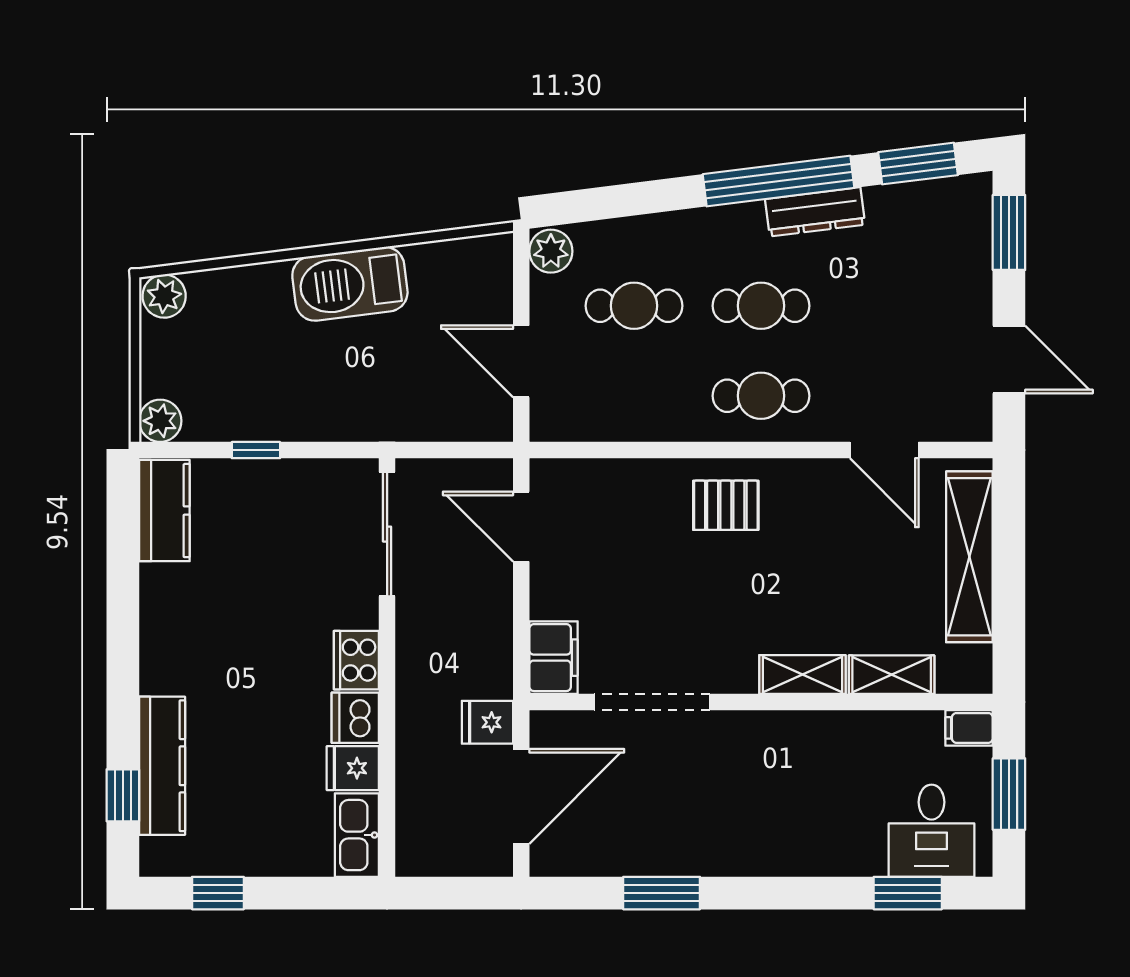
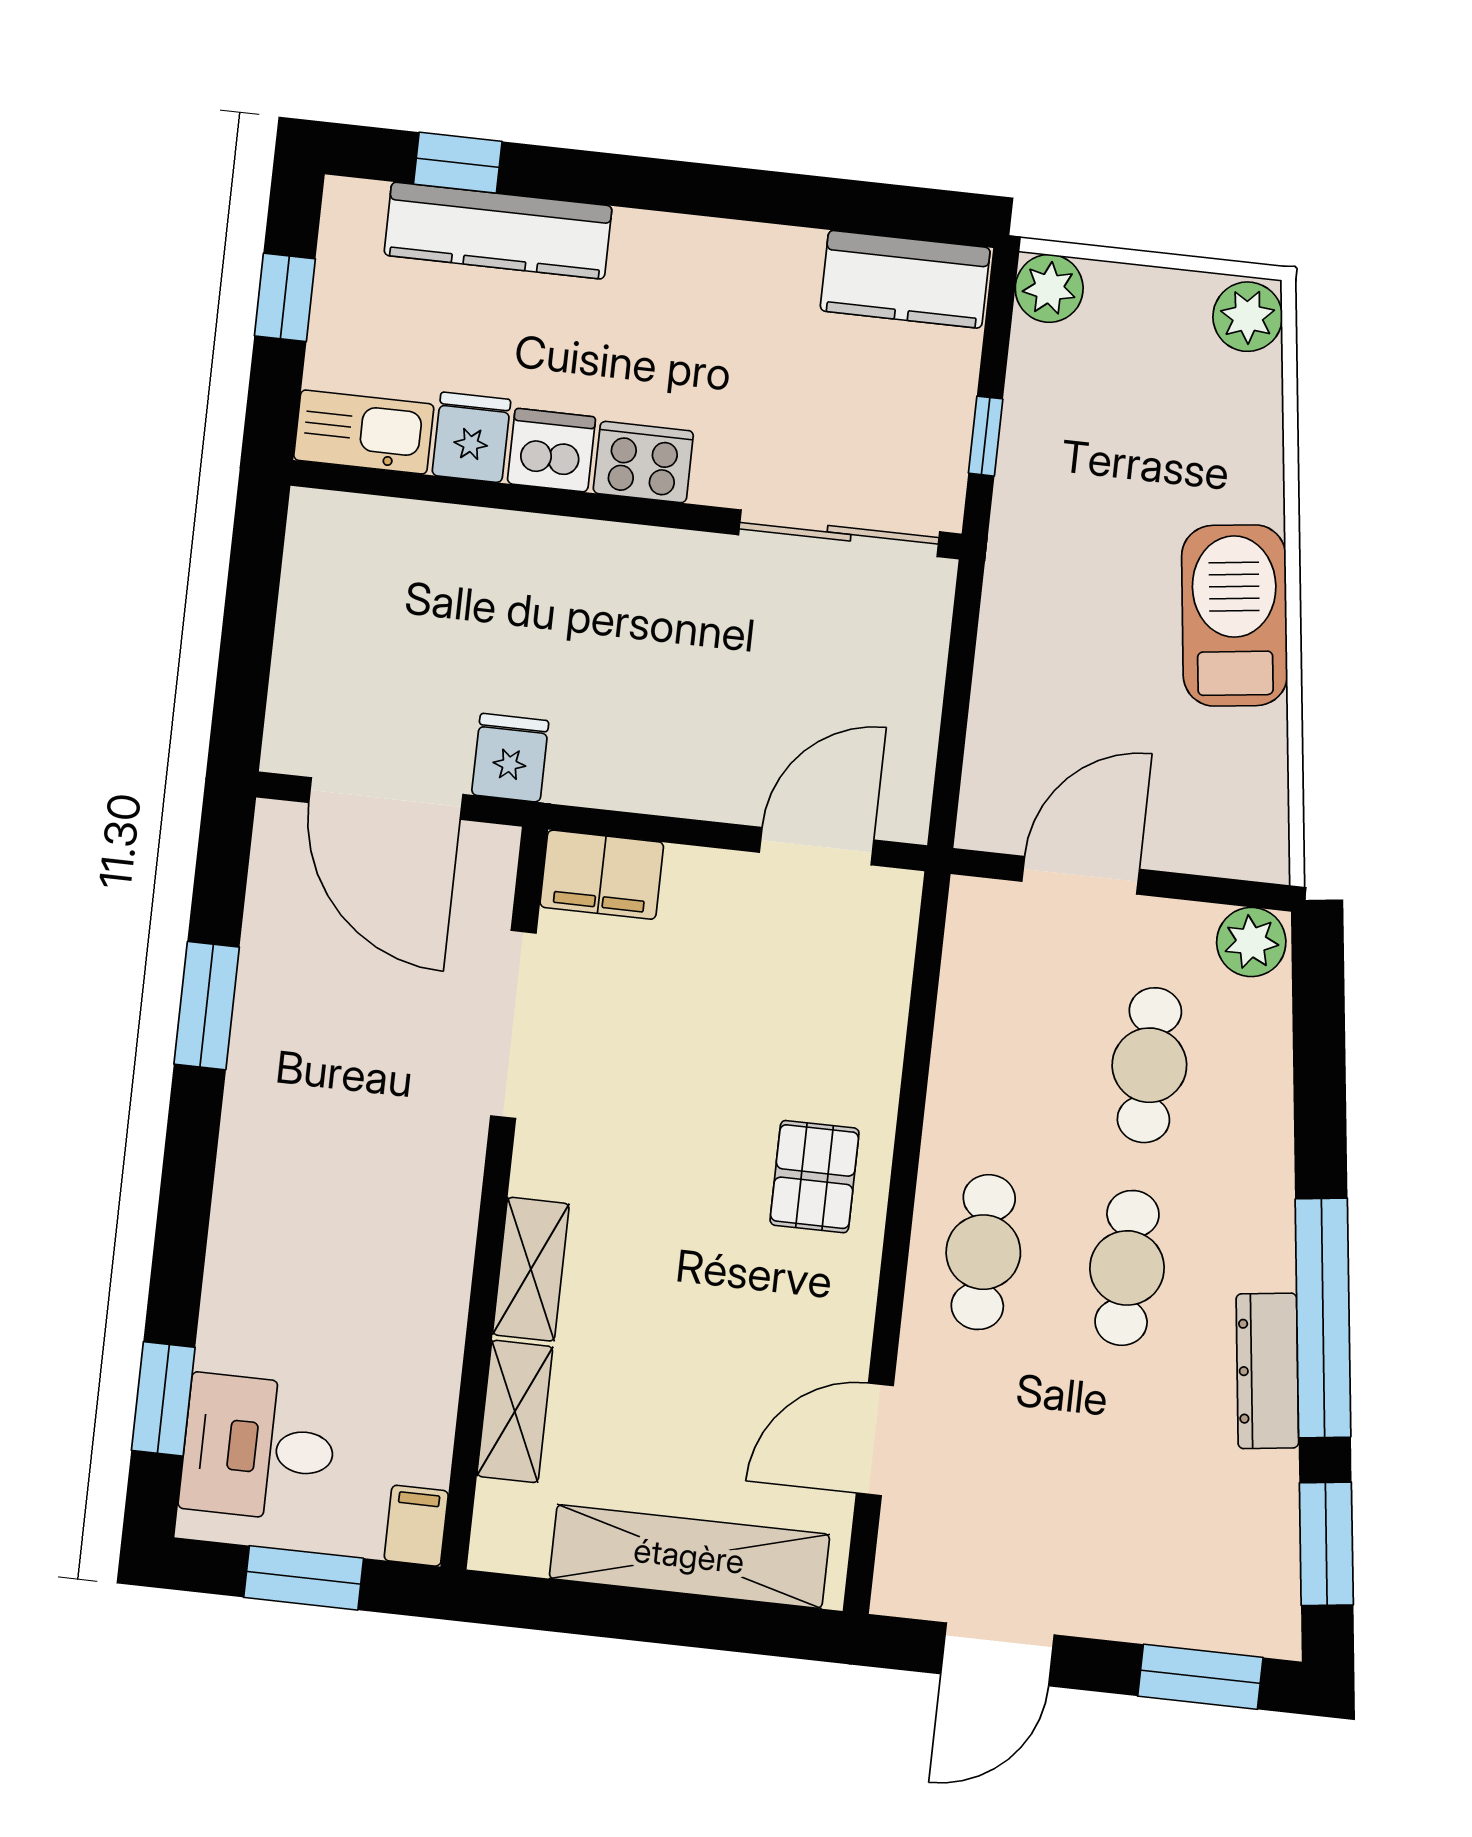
sliding door: (387, 534) -> (839, 533), moved
cooker: (356, 660) -> (643, 462), moved
wall: (387, 668) -> (626, 510), moved
dishwasher: (355, 718) -> (551, 450), moved
fridge: (353, 768) -> (471, 437), moved
kitchen sink: (357, 835) -> (364, 432), moved

